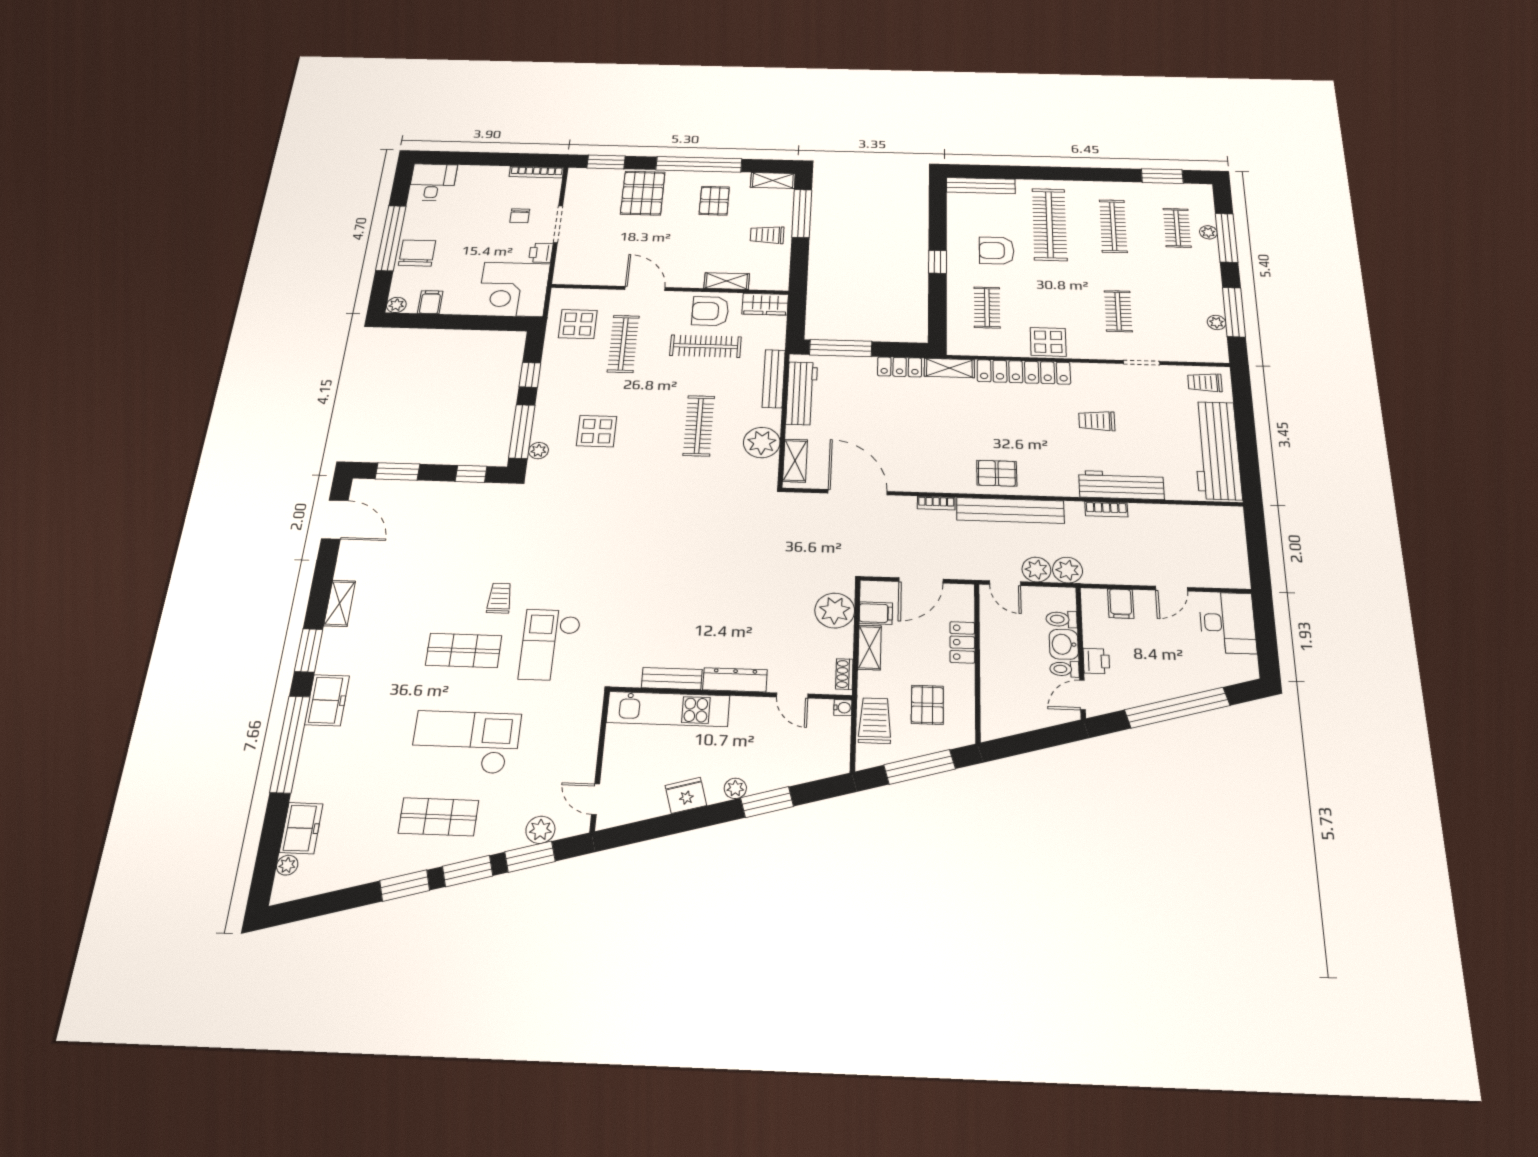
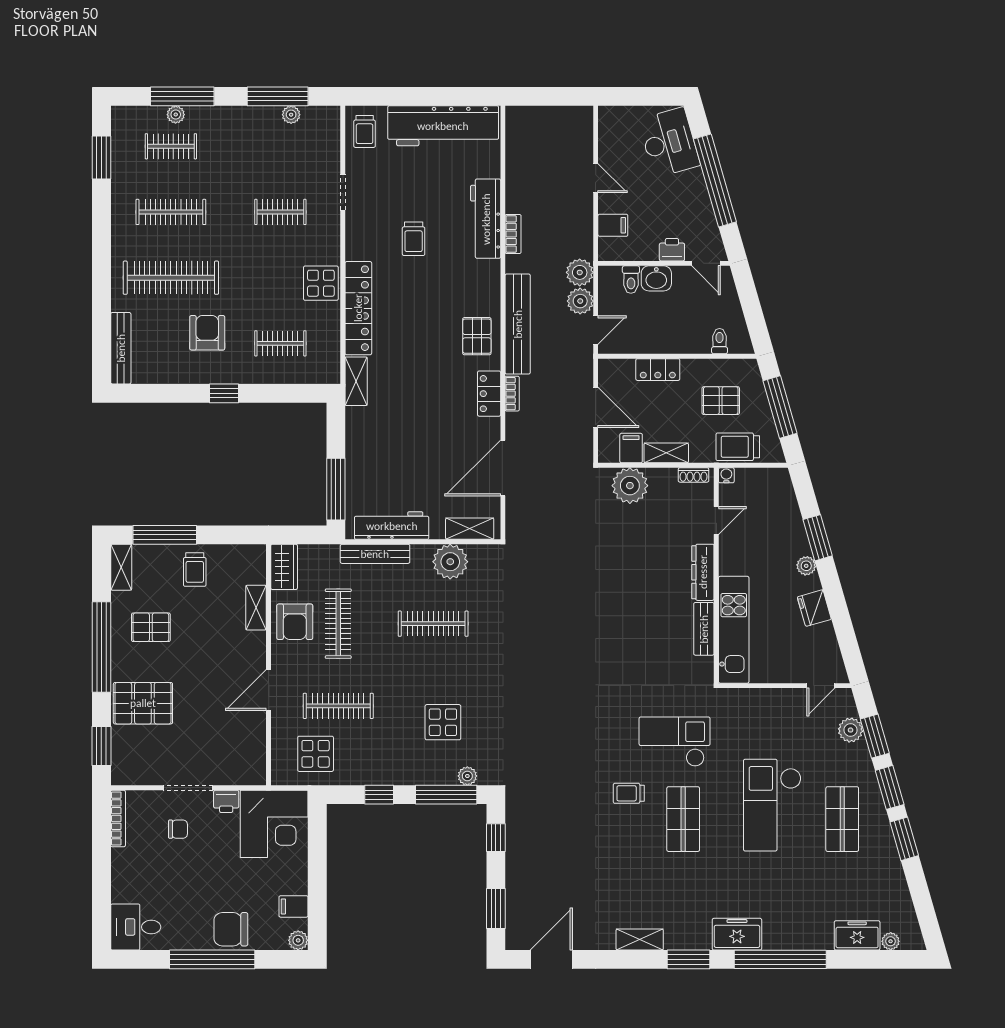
armchair: (997, 251) -> (207, 333), turned 180
locker: (900, 367) -> (489, 394), moved, turned 180
desk: (1227, 623) -> (669, 142), moved, turned 74
checkout: (550, 645) -> (675, 742), turned 180
toilet: (1064, 669) -> (720, 341), moved, turned 180

